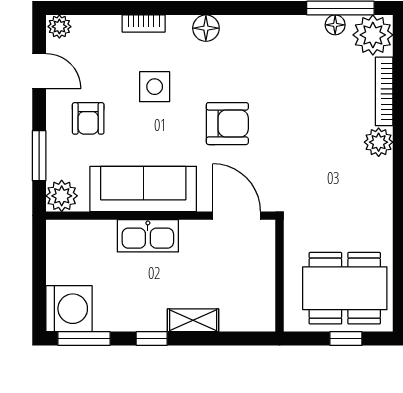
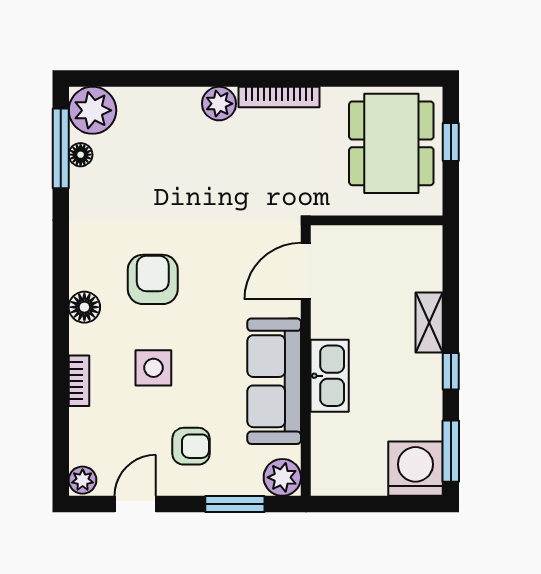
bookcase: (384, 91) -> (279, 97), moved
armchair: (227, 124) -> (153, 279), moved

